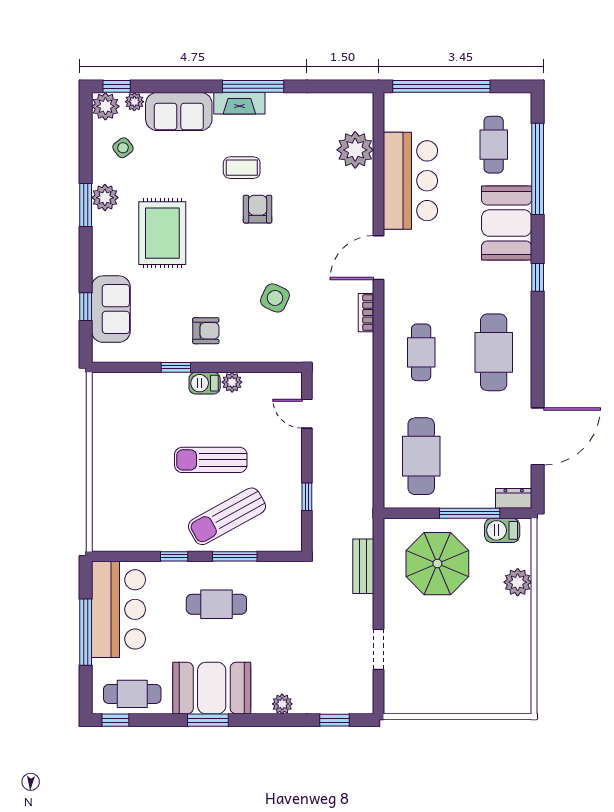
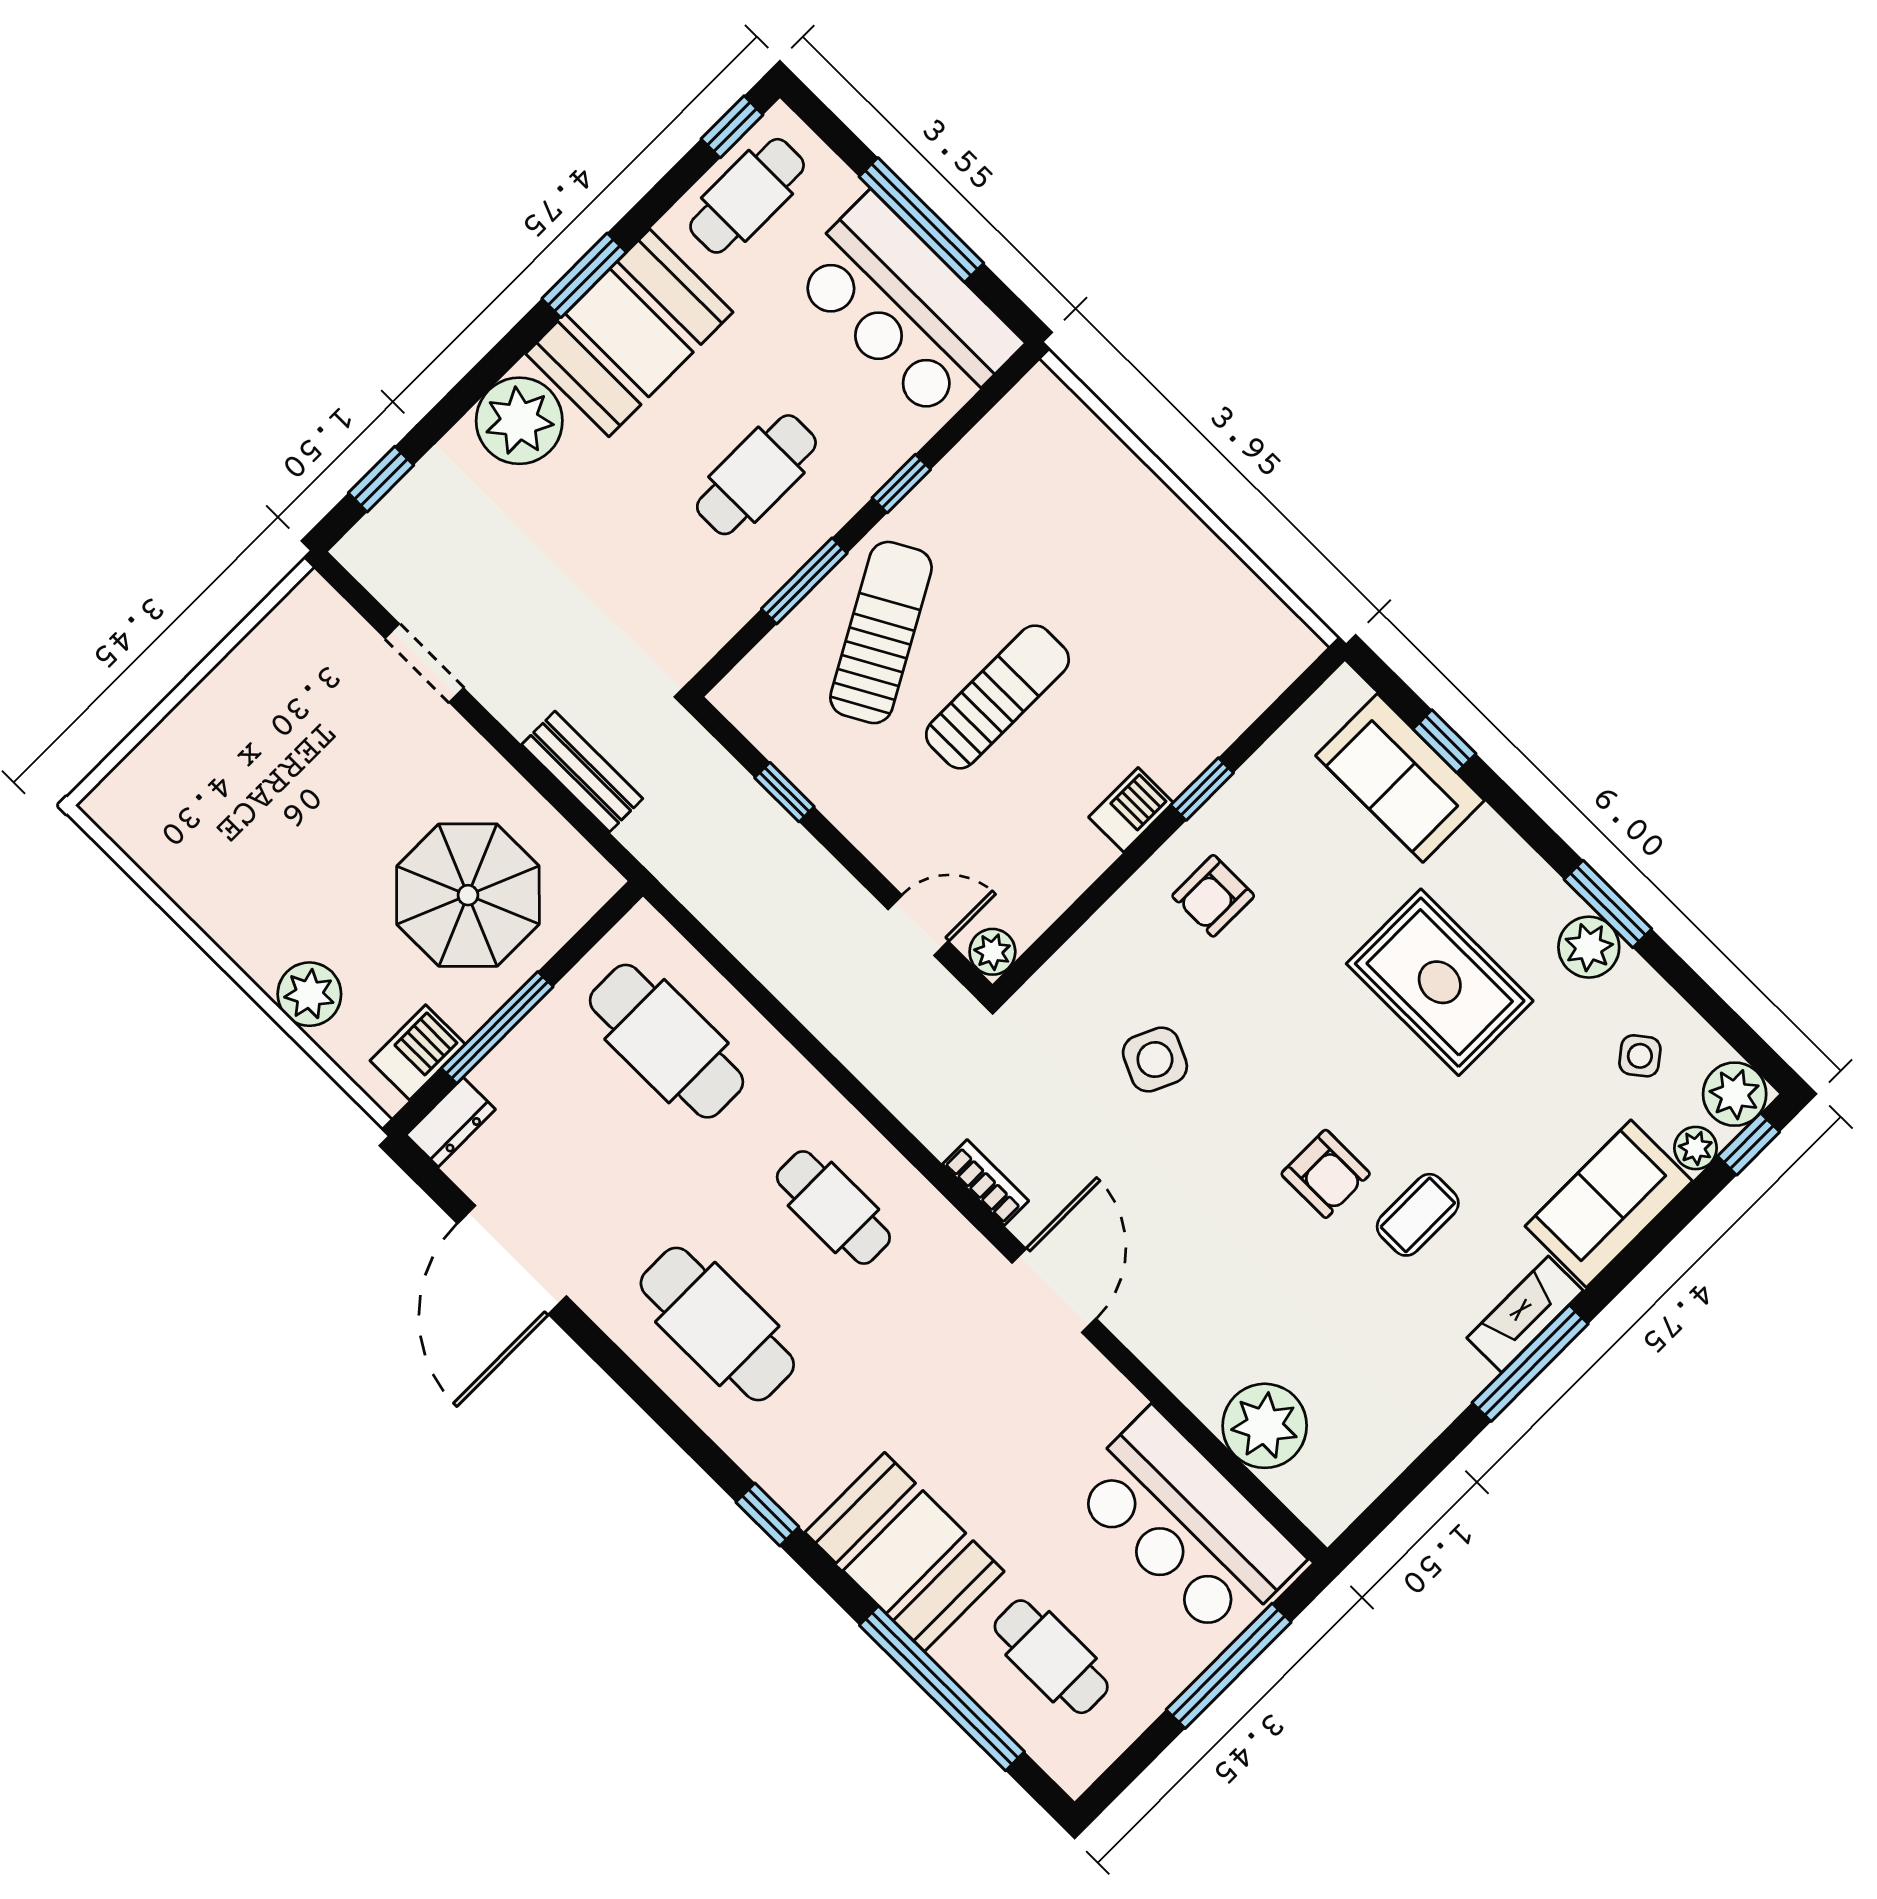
window: (441, 86) -> (1229, 1666), width x0.68
bar counter: (410, 181) -> (1187, 1525), moved
plant: (232, 382) -> (992, 952), moved
plant: (282, 704) -> (519, 421), width x1.87, depth x1.87

